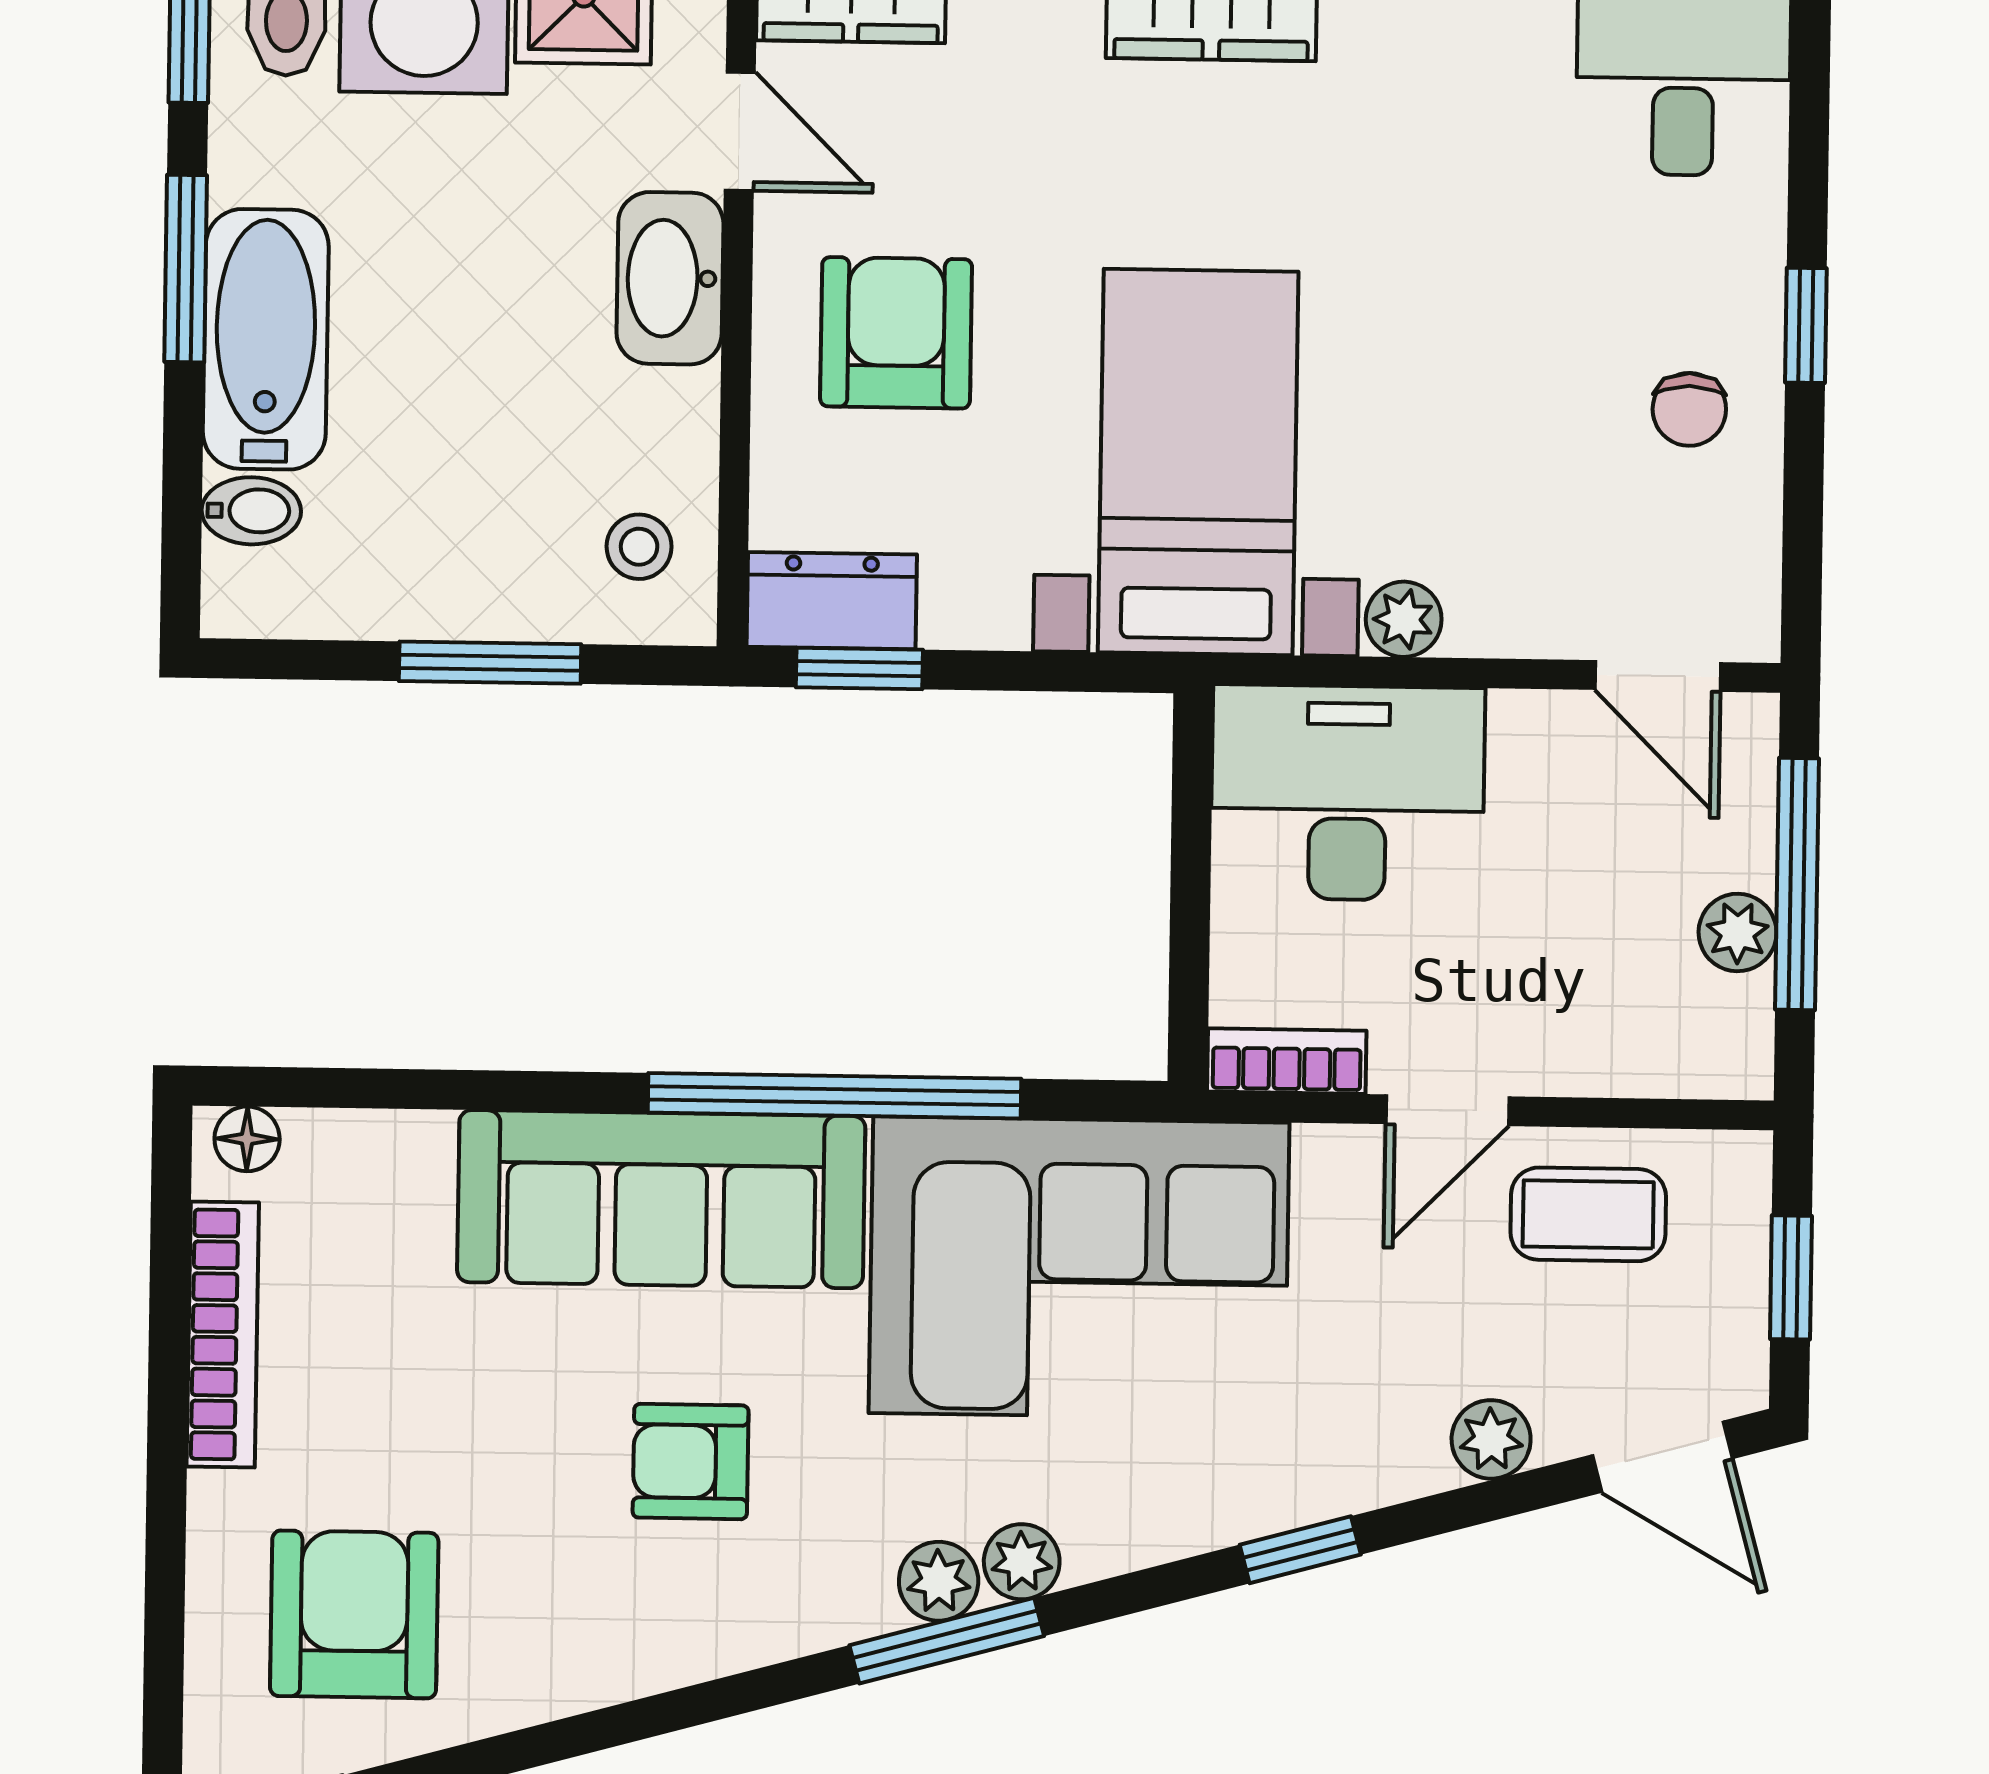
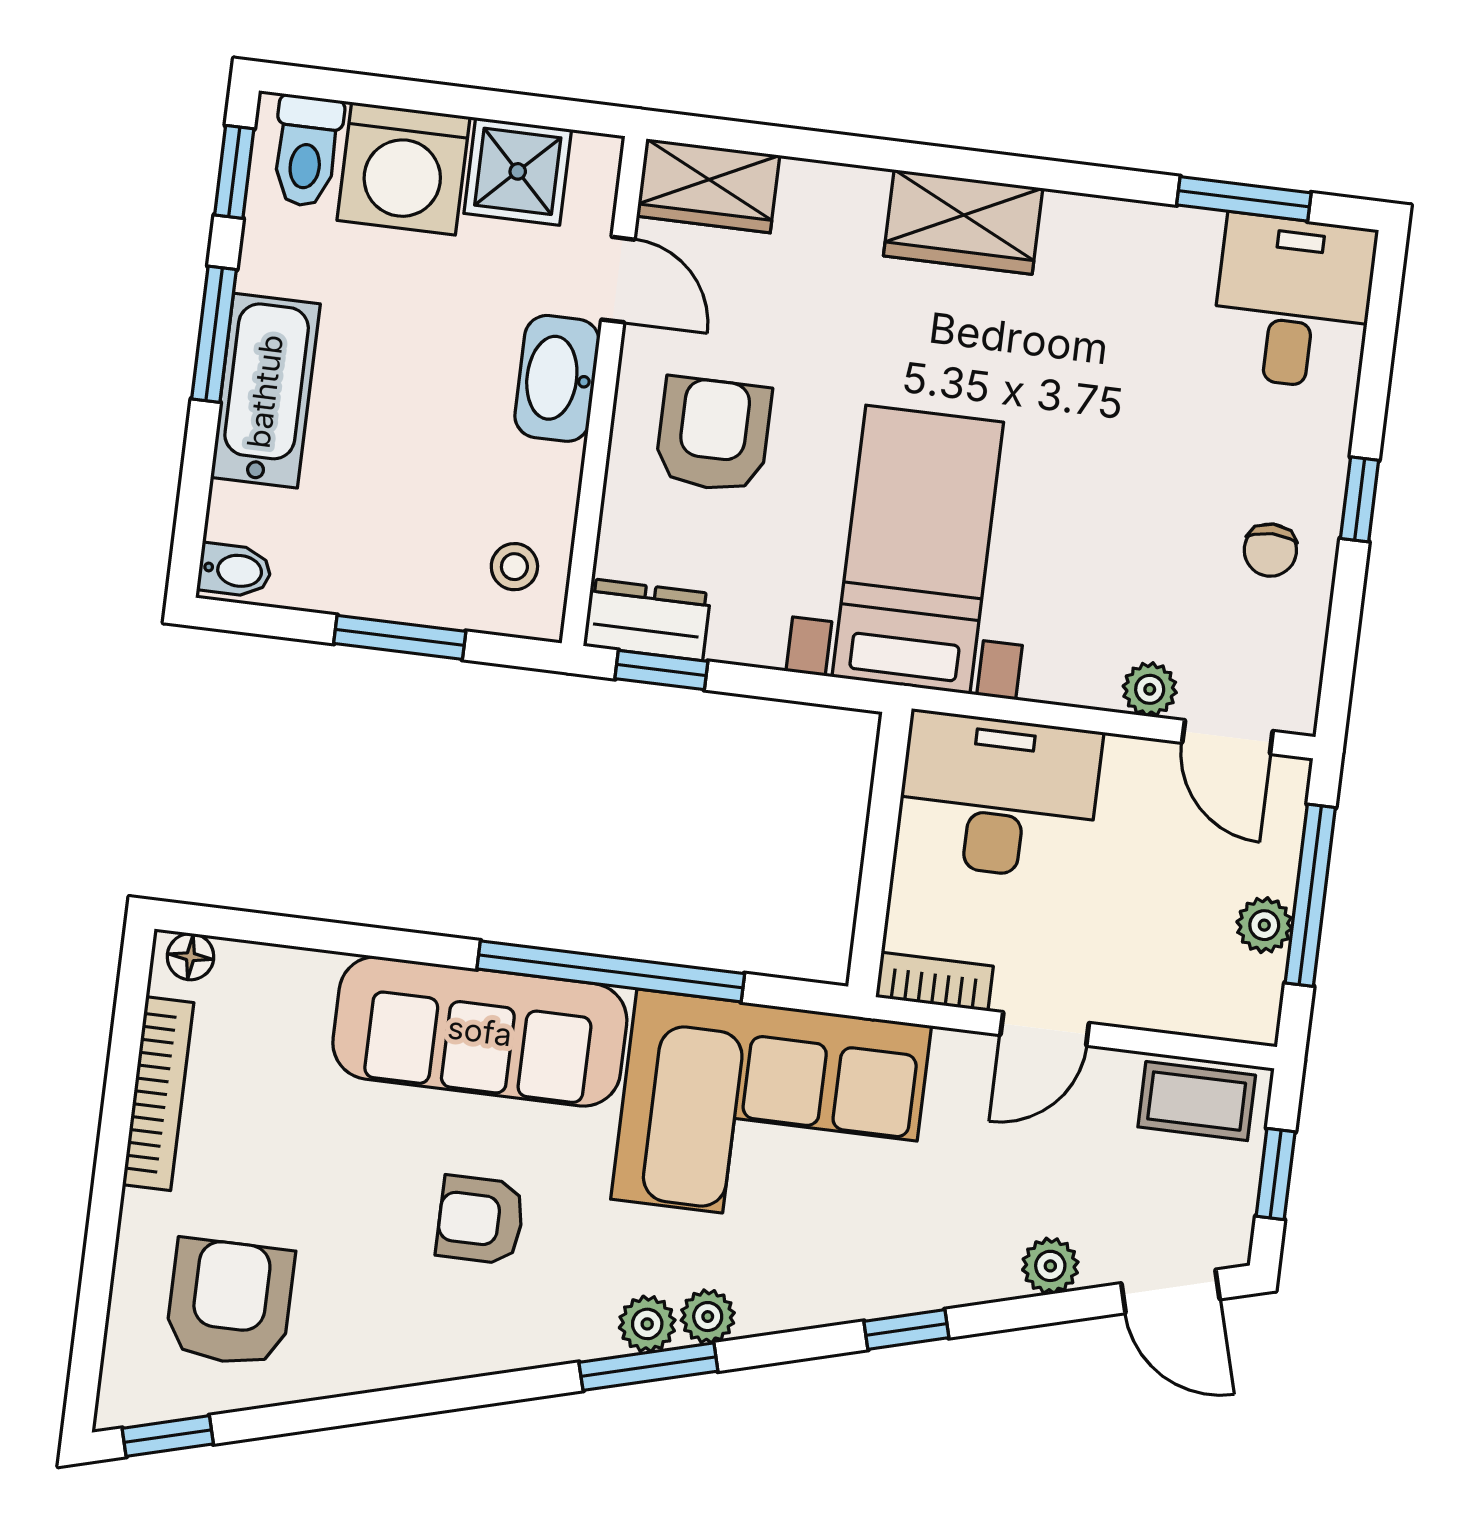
bidet: (251, 511) -> (235, 570), moved
plant: (1404, 619) -> (1150, 689), moved
coffee table: (1588, 1214) -> (1197, 1101), moved

